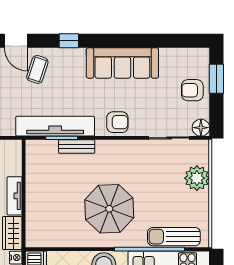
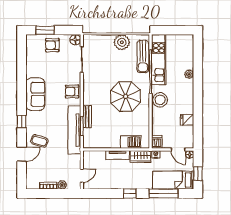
sofa: (122, 63) -> (35, 94), width x0.73
armchair: (192, 90) -> (52, 45), turned 90
armchair: (117, 122) -> (72, 91), turned -90
plant: (197, 178) -> (122, 42), moved
barbecue: (36, 217) -> (131, 142), added

